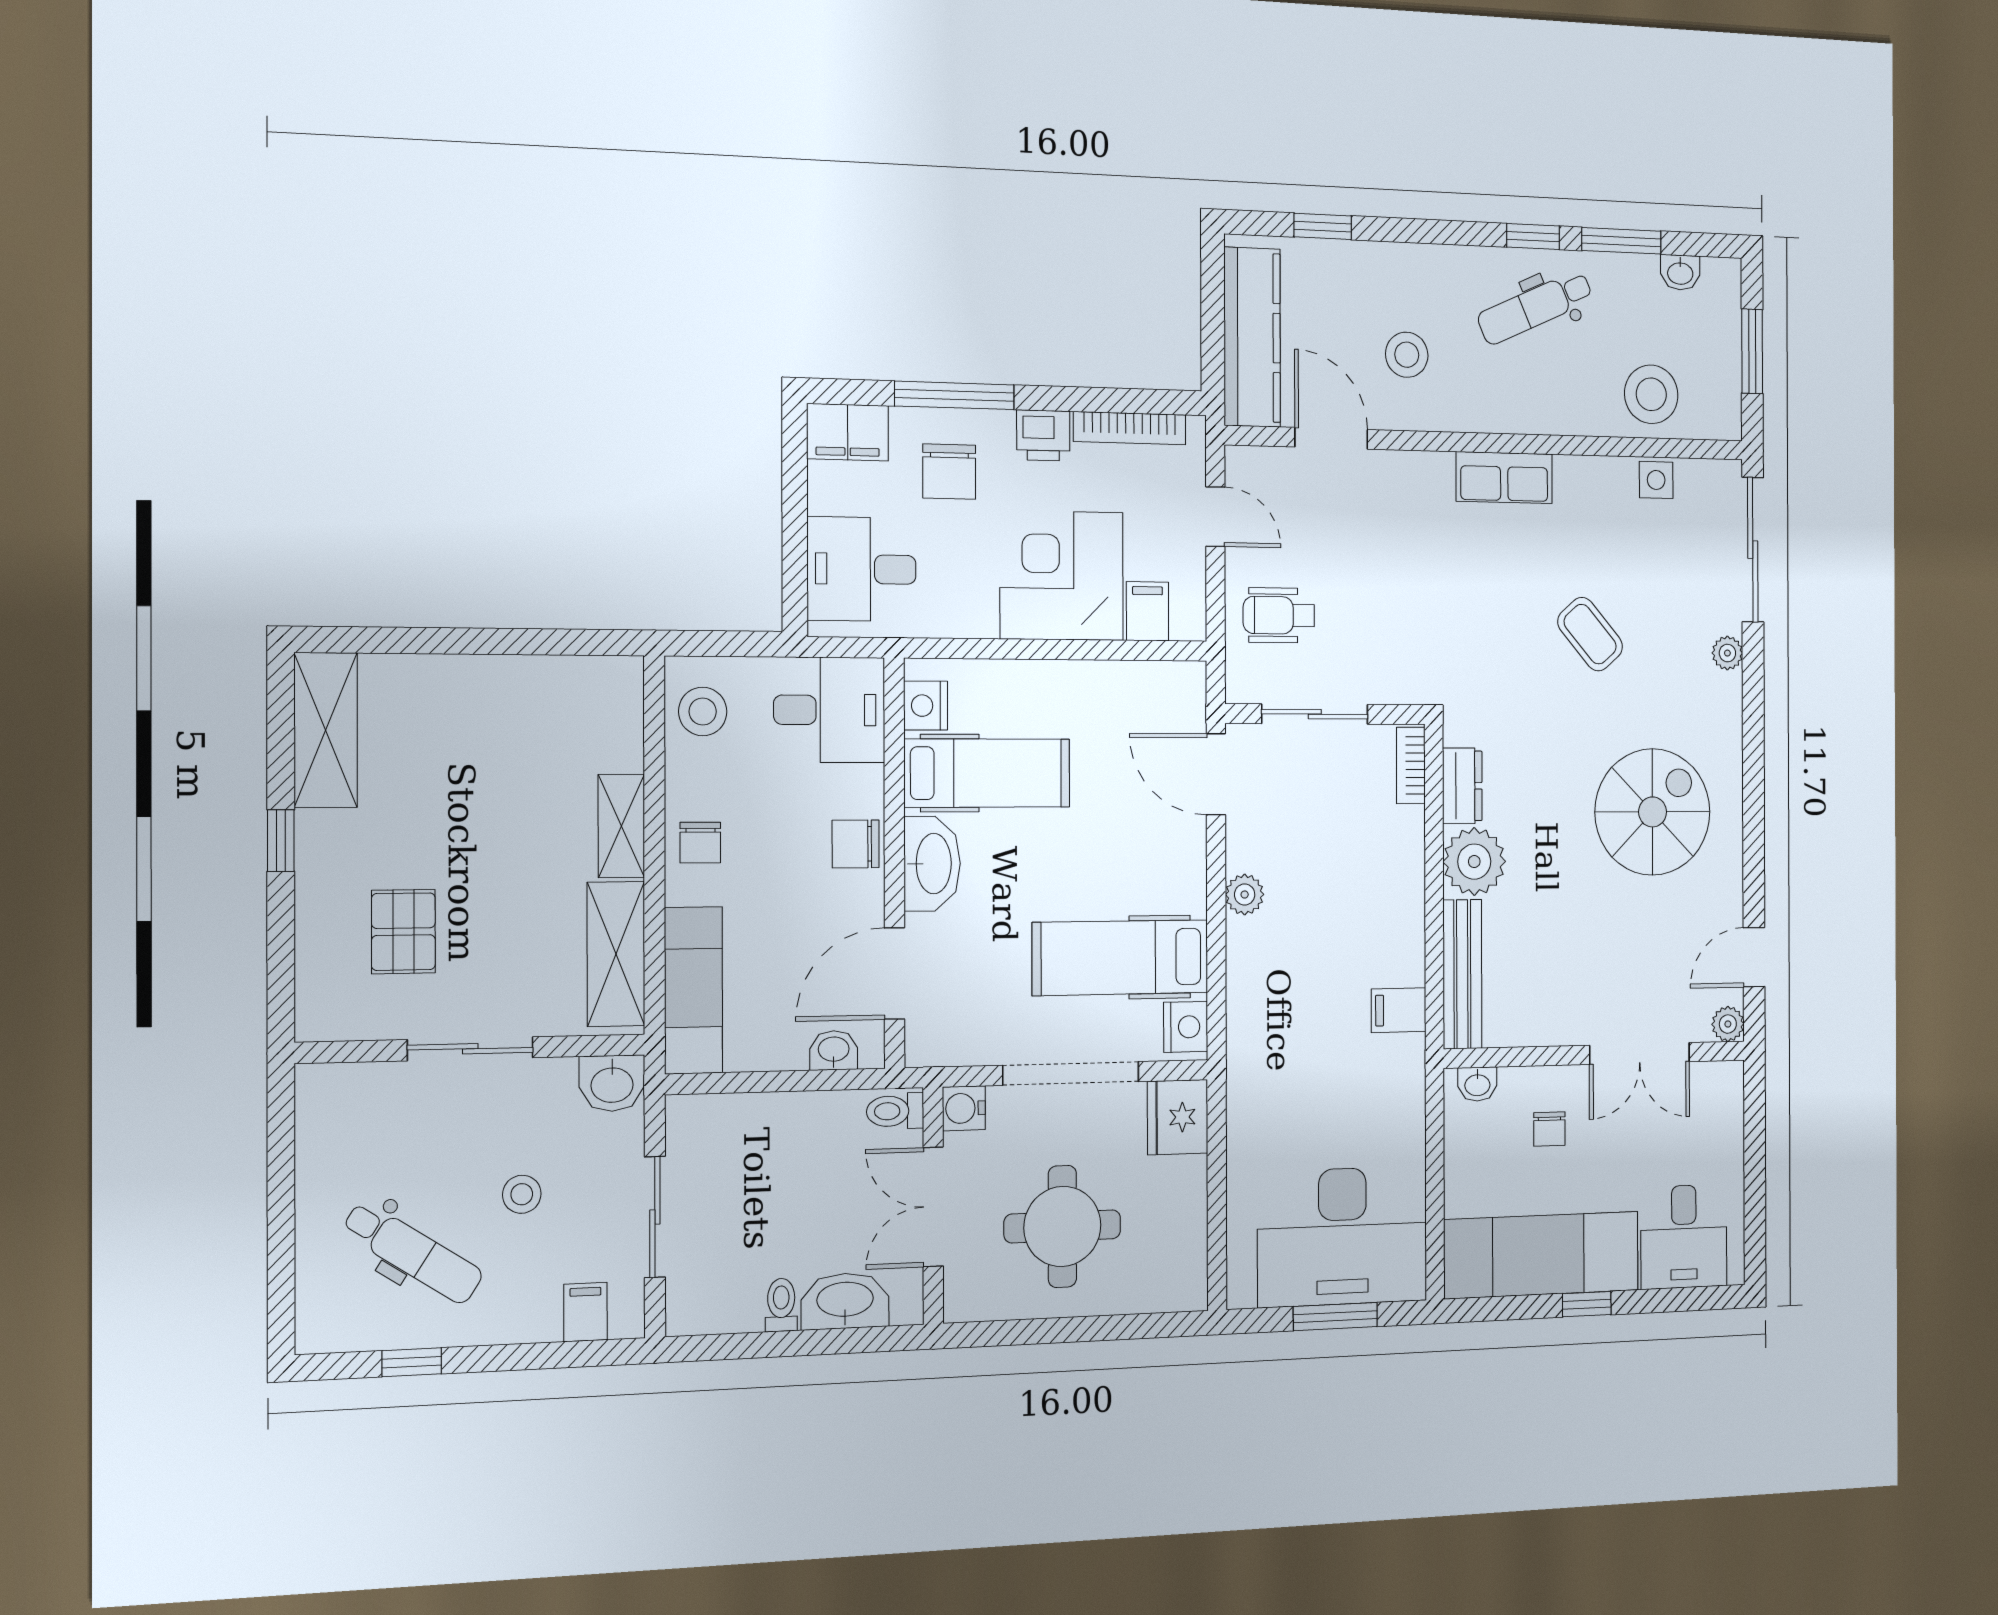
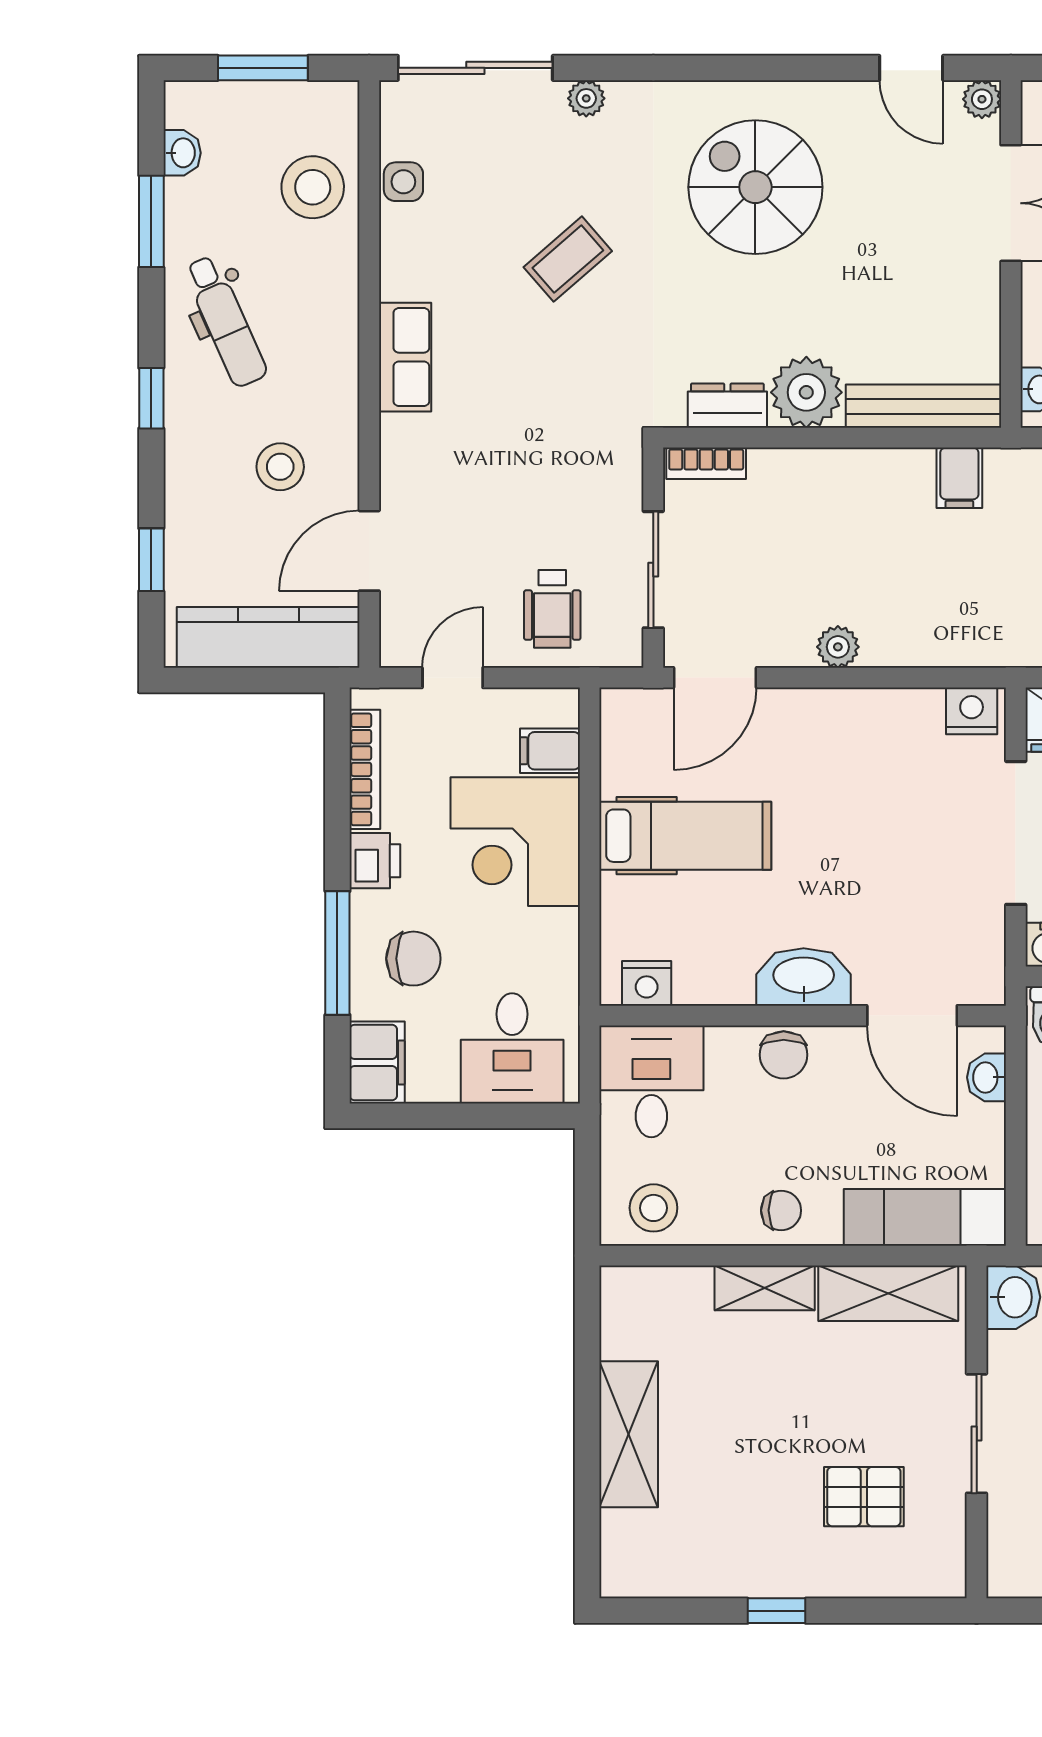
window: (1533, 237) -> (151, 398), moved
shelving: (326, 730) -> (629, 1434), moved, turned 90
hospital bed: (987, 773) -> (685, 836), moved, turned 90
hospital bed: (1120, 958) -> (900, 780), removed

